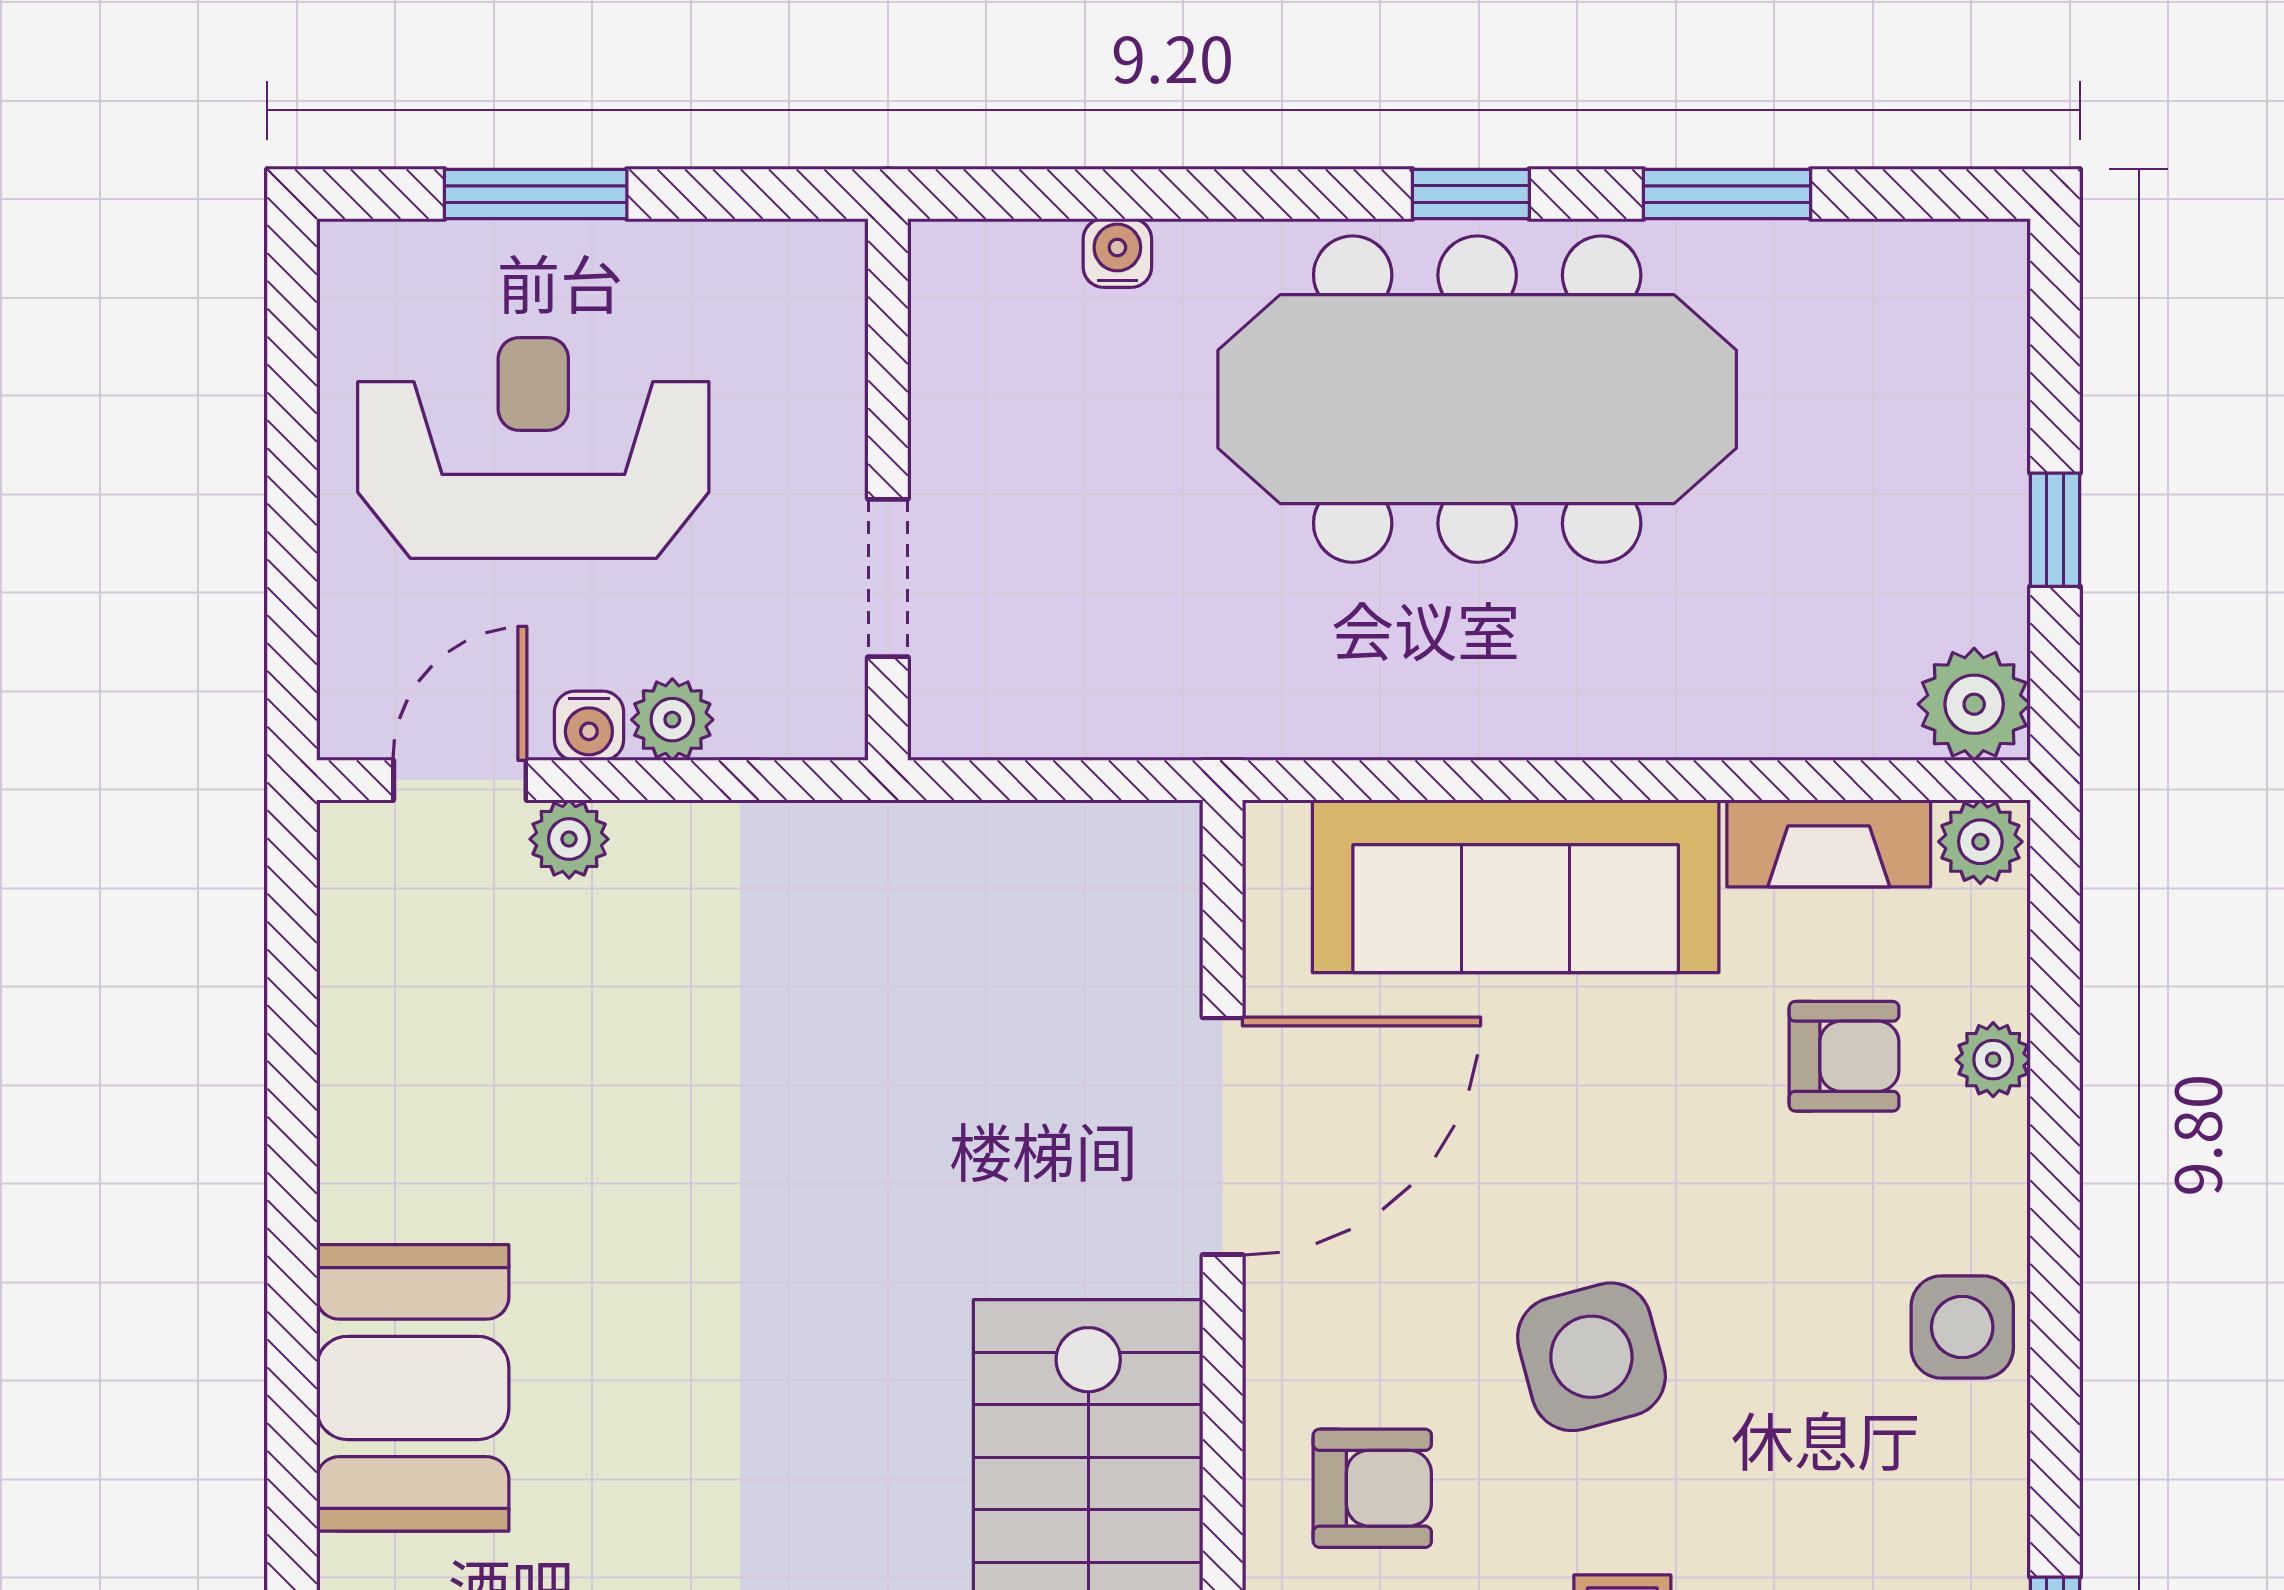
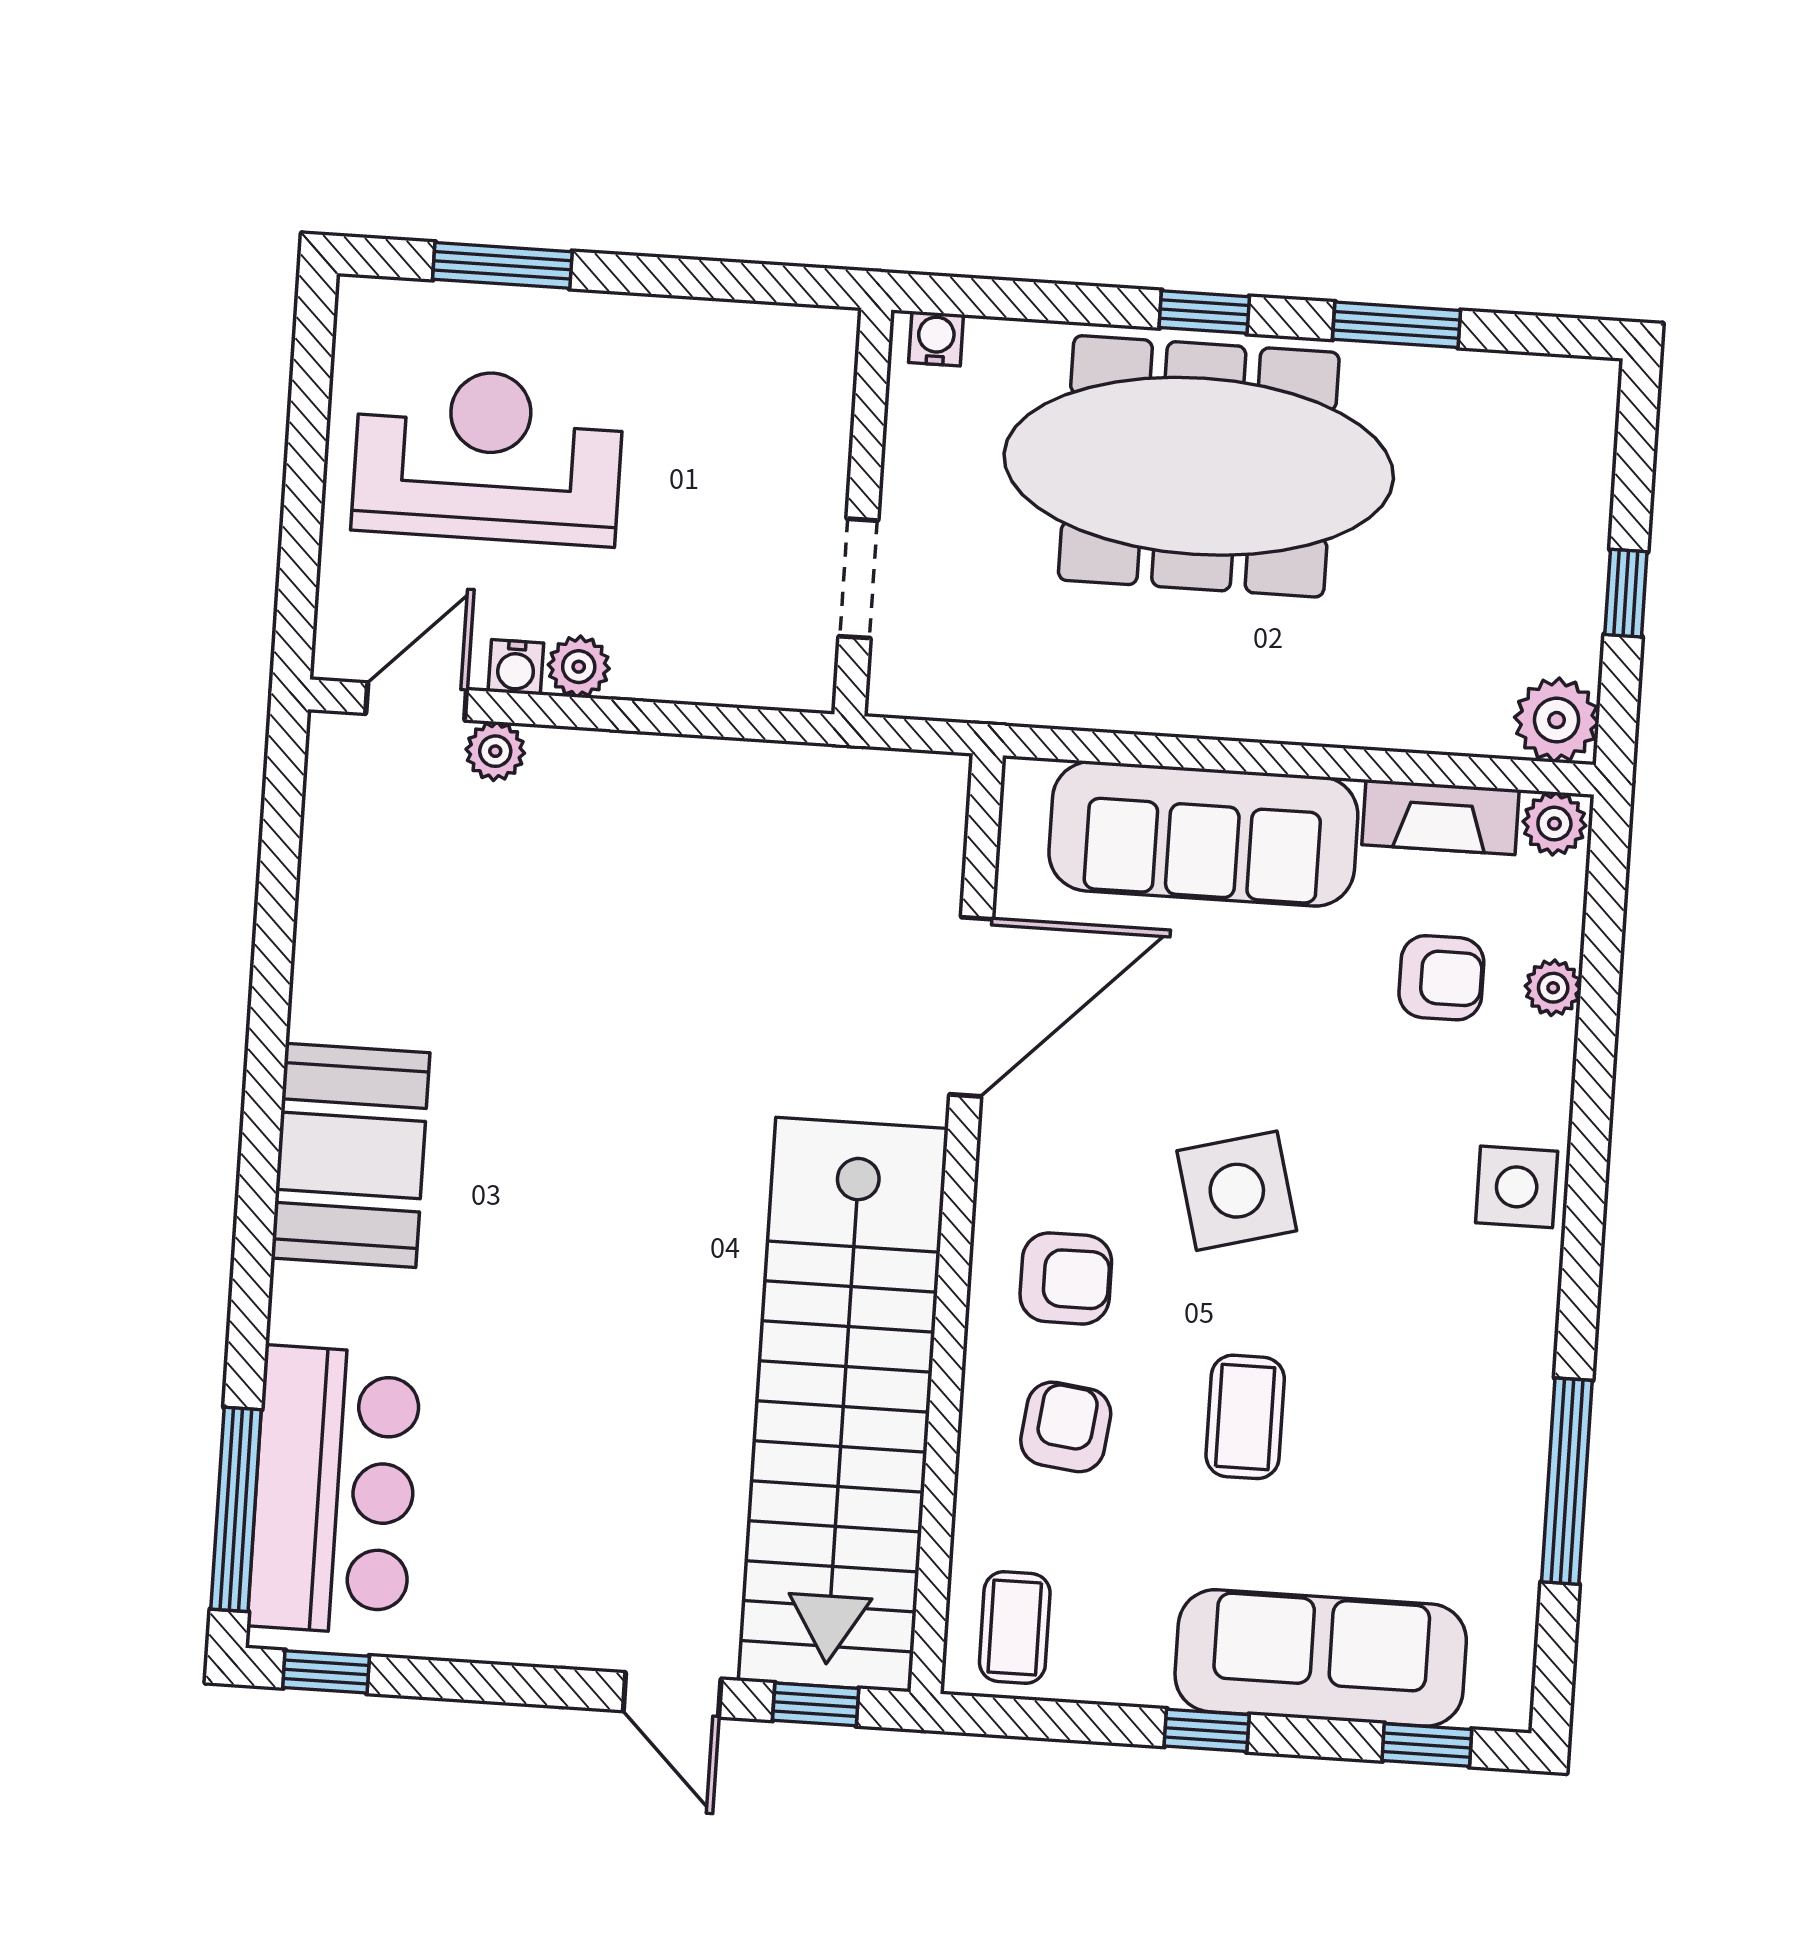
wall: (888, 490) -> (863, 512), moved
doorway: (888, 578) -> (858, 578), moved

